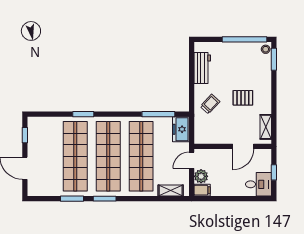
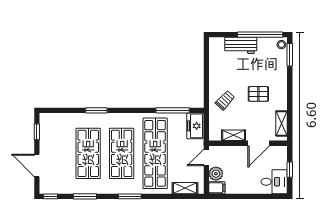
workbench: (202, 68) -> (241, 45), moved, turned 90
shelving: (218, 139) -> (234, 135), added
shop shelf: (75, 156) -> (88, 153), width x0.71
shop shelf: (108, 156) -> (122, 153), width x0.71
window: (38, 199) -> (50, 196), added
window: (105, 199) -> (130, 196), moved

